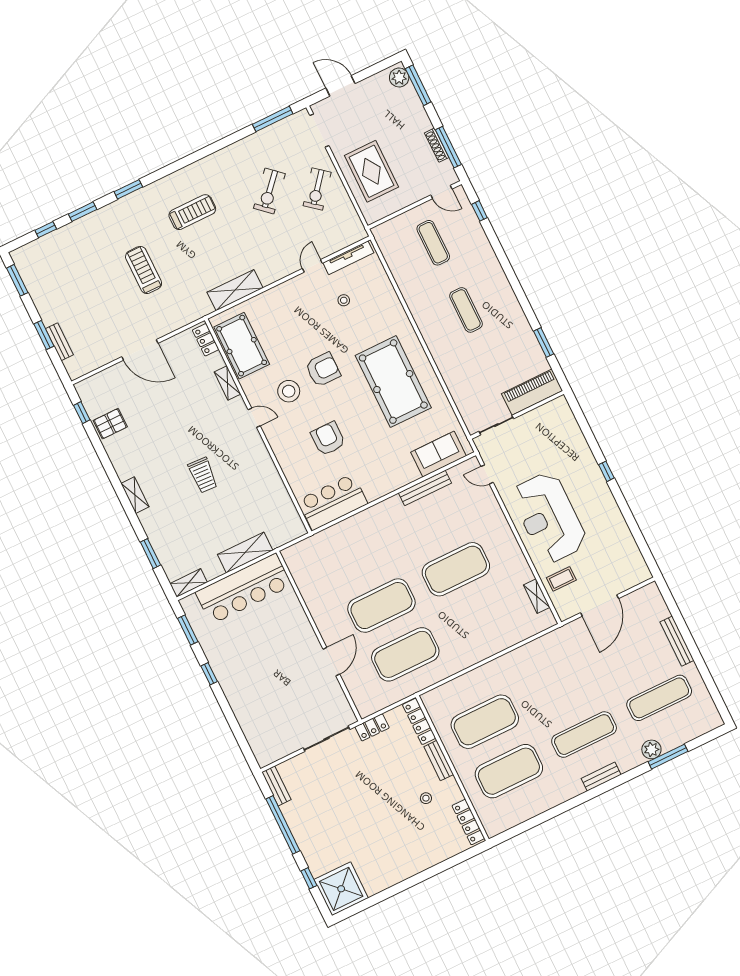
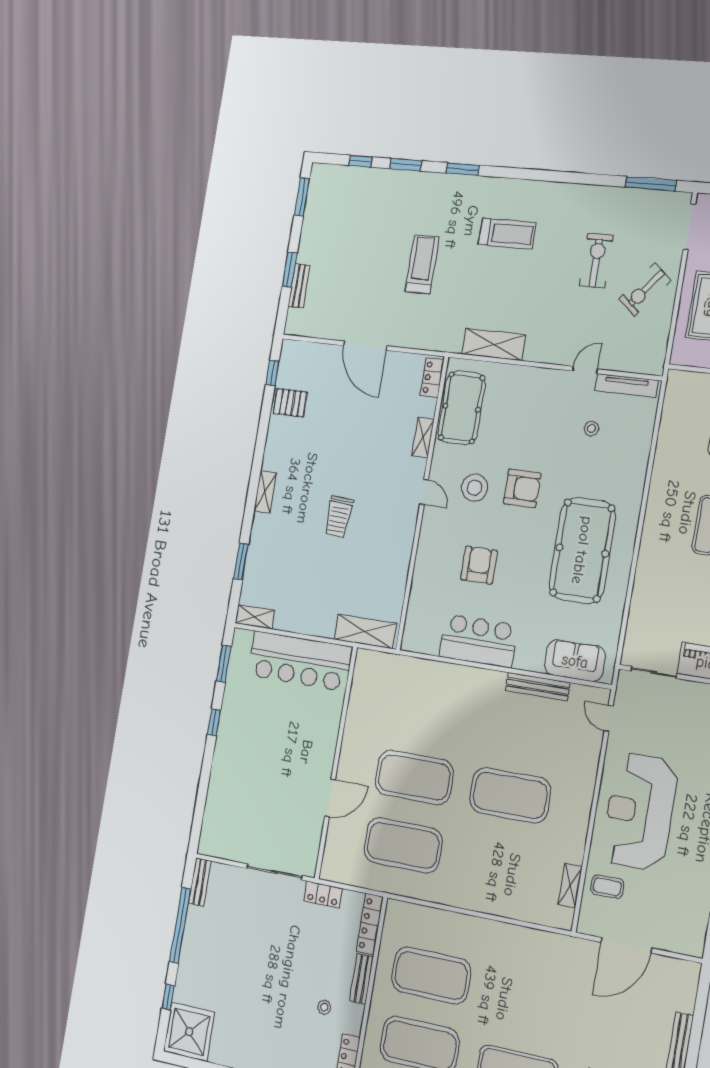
exercise bike: (269, 191) -> (596, 261), turned 138
bar counter: (333, 502) -> (478, 641), moved
shelving: (245, 552) -> (365, 631), moved

